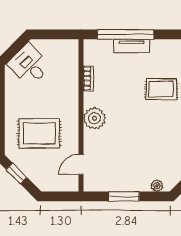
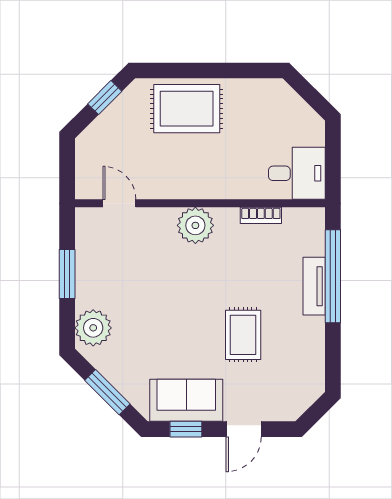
desk: (29, 65) -> (297, 173), moved, turned 45
rug: (39, 133) -> (187, 109), moved, turned 90
plant: (157, 186) -> (93, 328), width x1.88, depth x1.88

